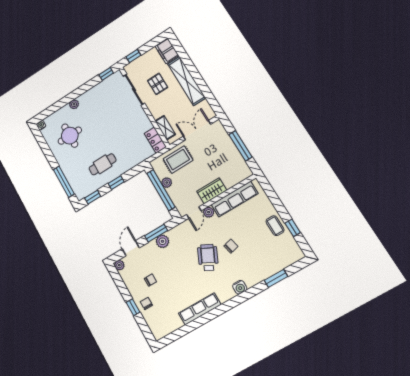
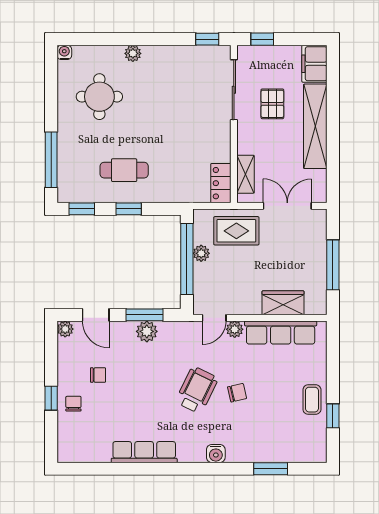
wardrobe: (212, 191) -> (283, 303), moved
door: (131, 248) -> (96, 315), swing flipped

